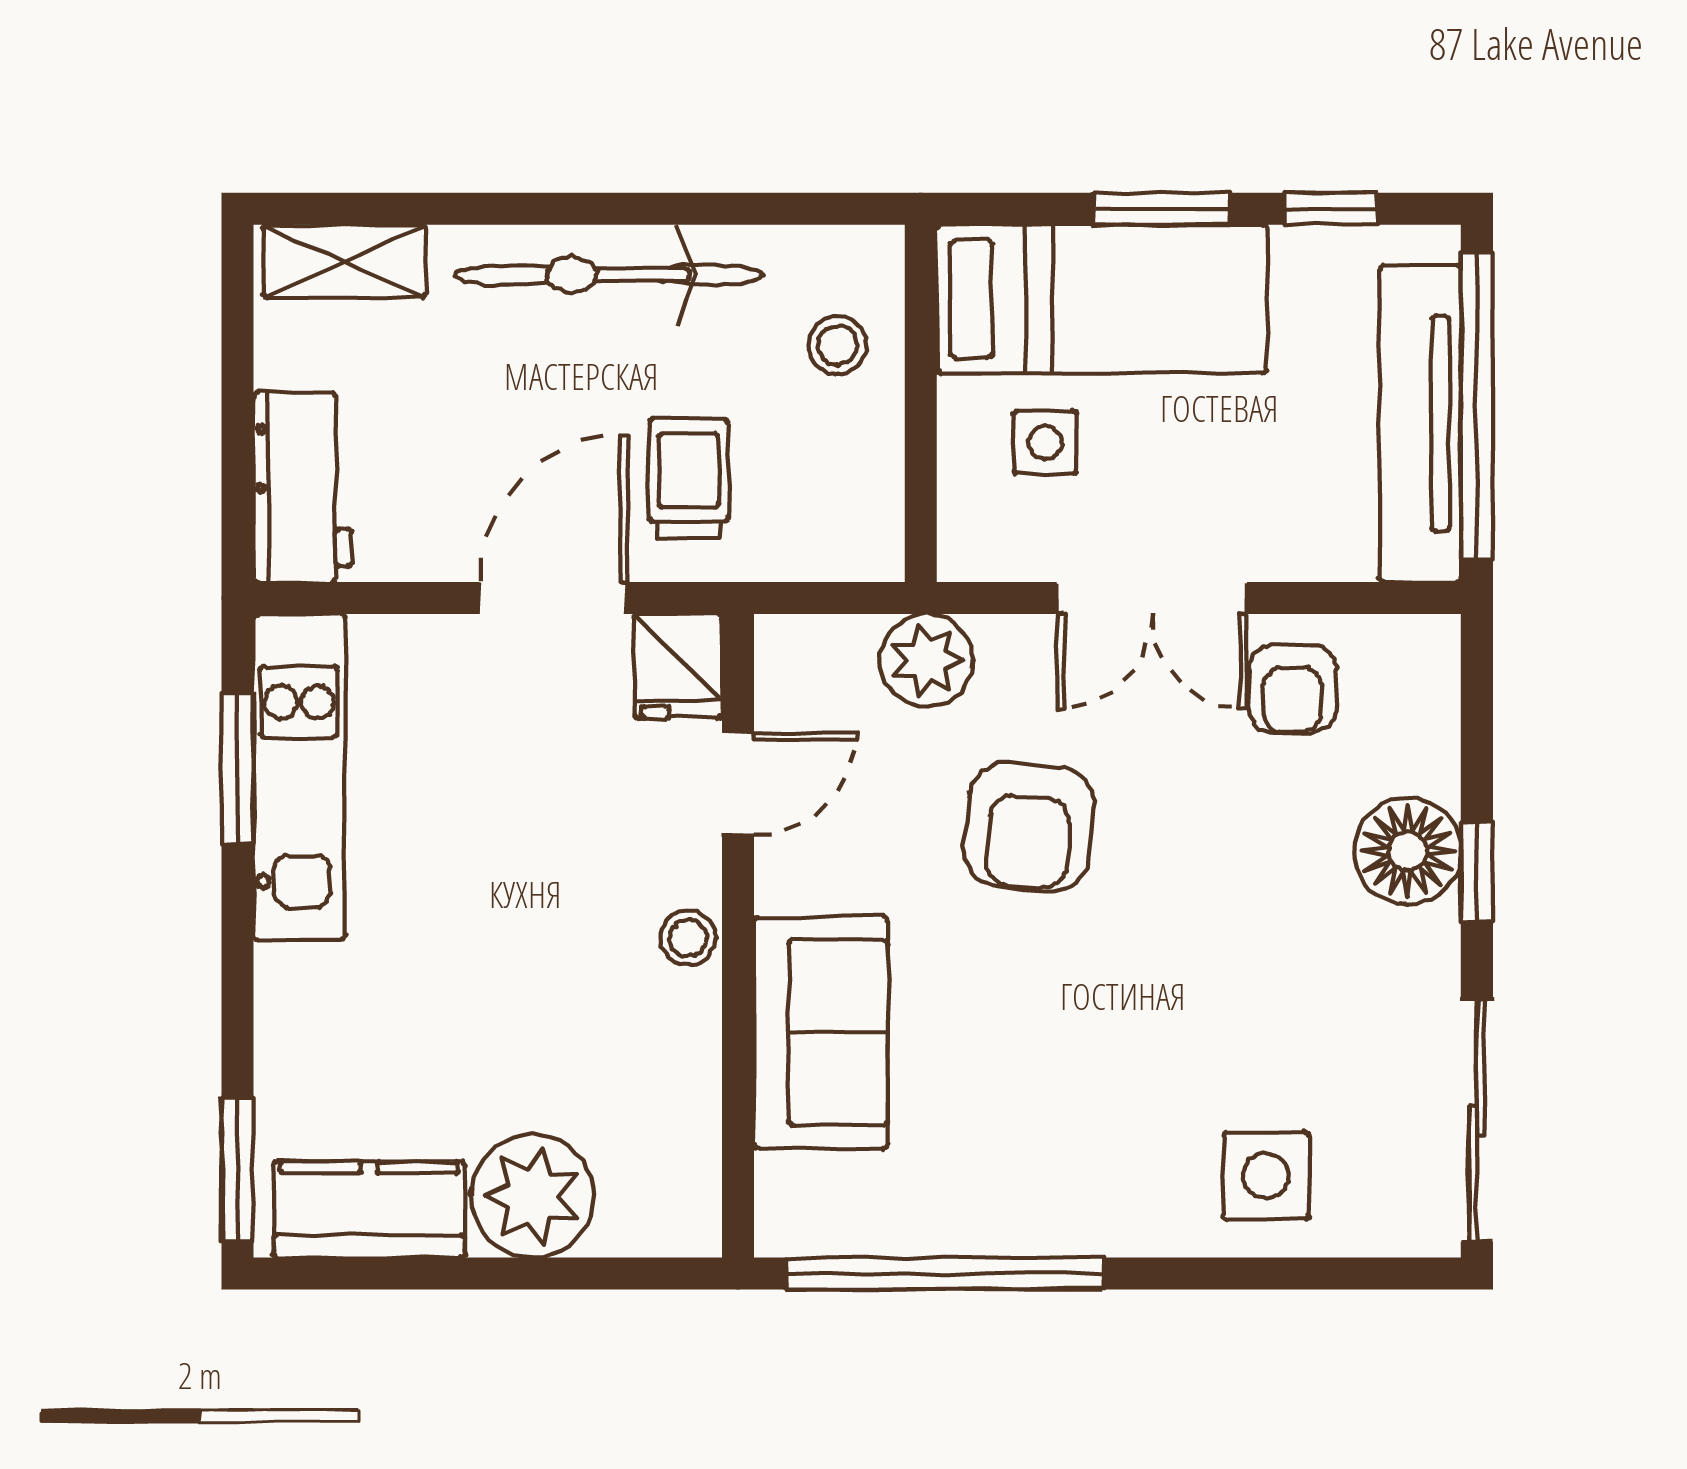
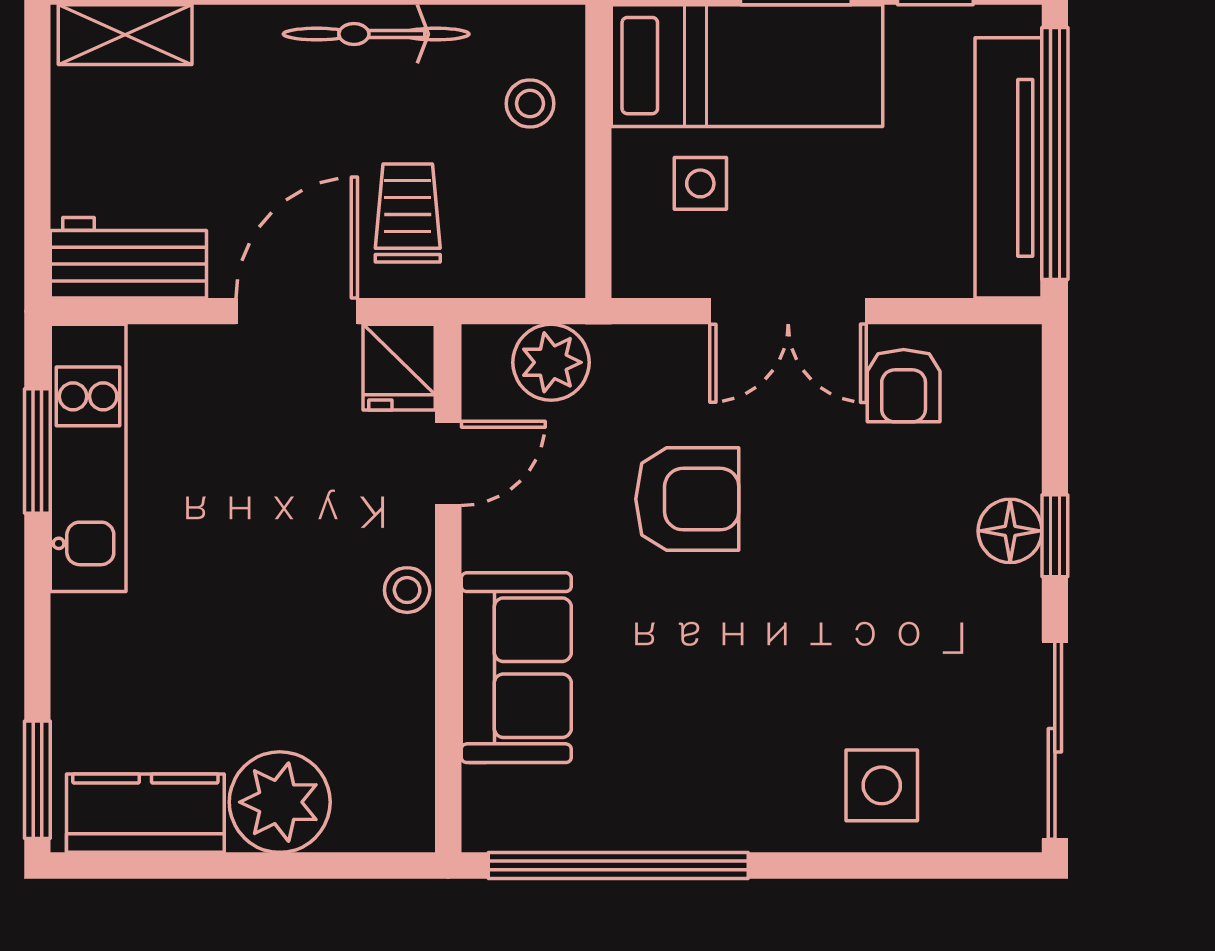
bicycle: (609, 275) -> (376, 34), width x0.73, depth x0.71
workbench: (302, 487) -> (128, 258), moved, turned -90
plant: (927, 660) -> (551, 362), moved
armchair: (1029, 827) -> (687, 499), turned -95
floor lamp: (1408, 851) -> (1010, 531), width x0.73, depth x0.73

